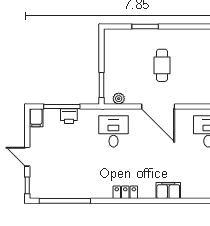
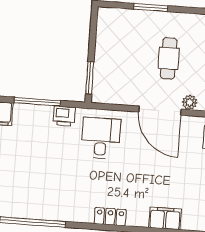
plant: (119, 99) -> (190, 102), moved
printer: (69, 116) -> (64, 116), moved

